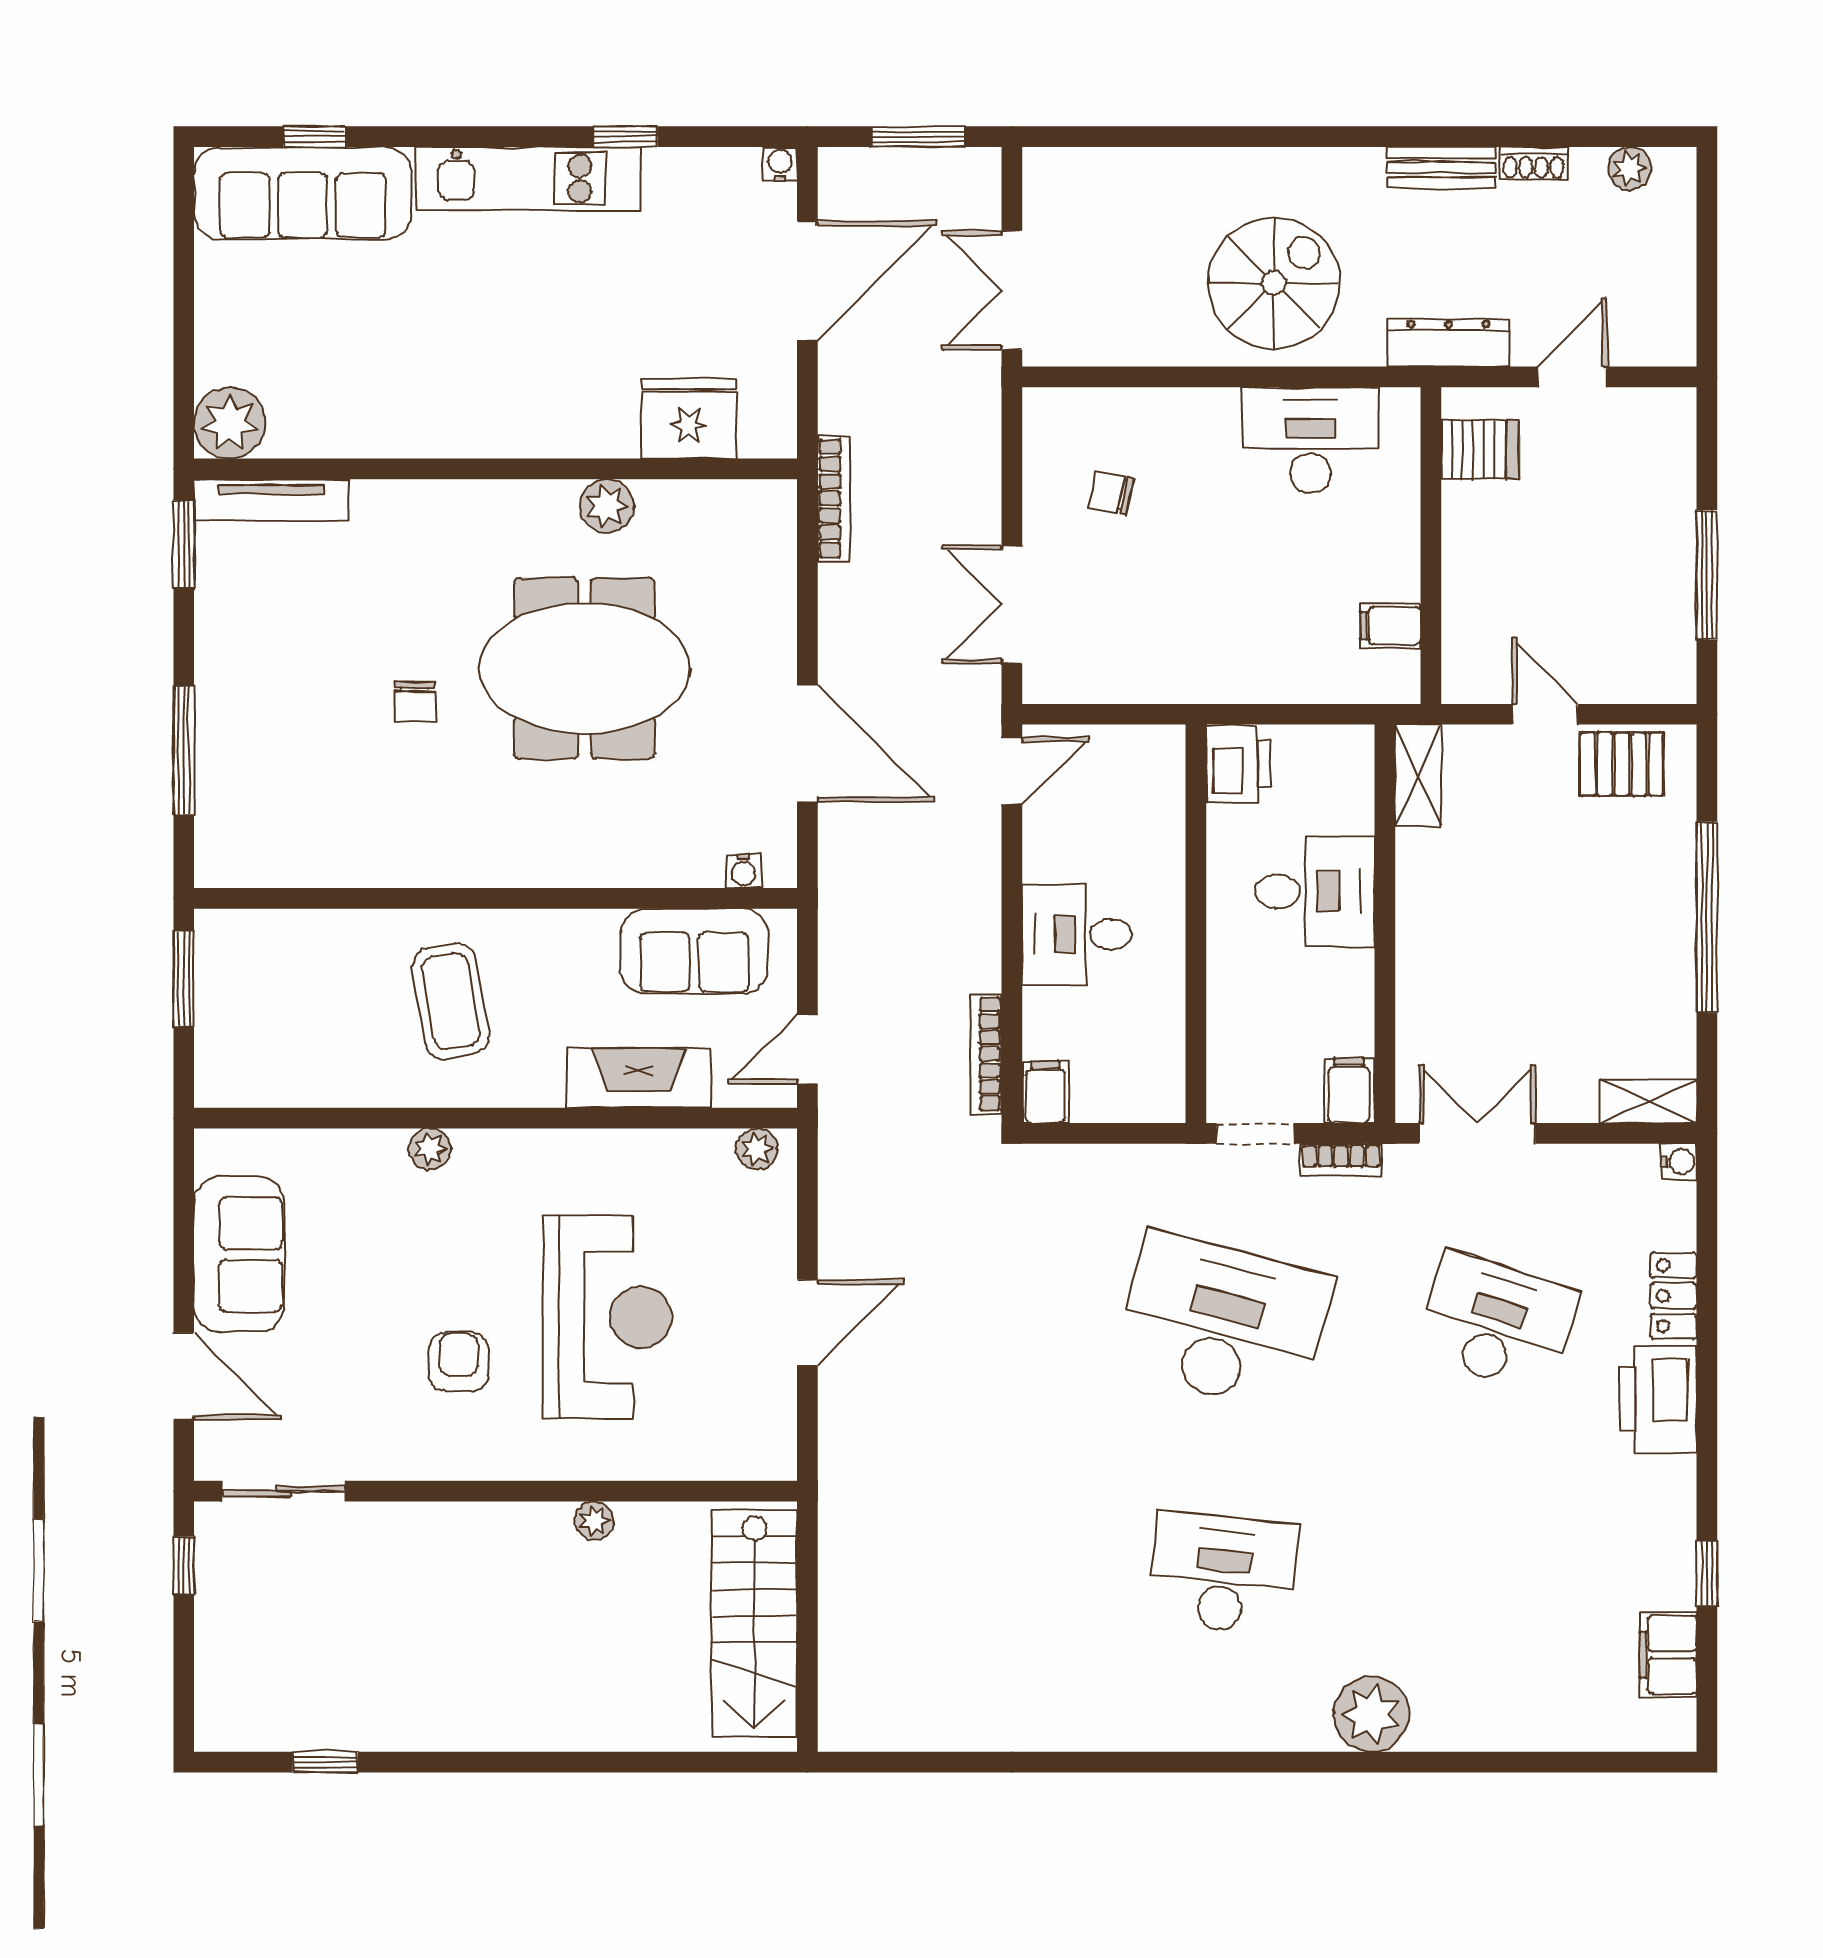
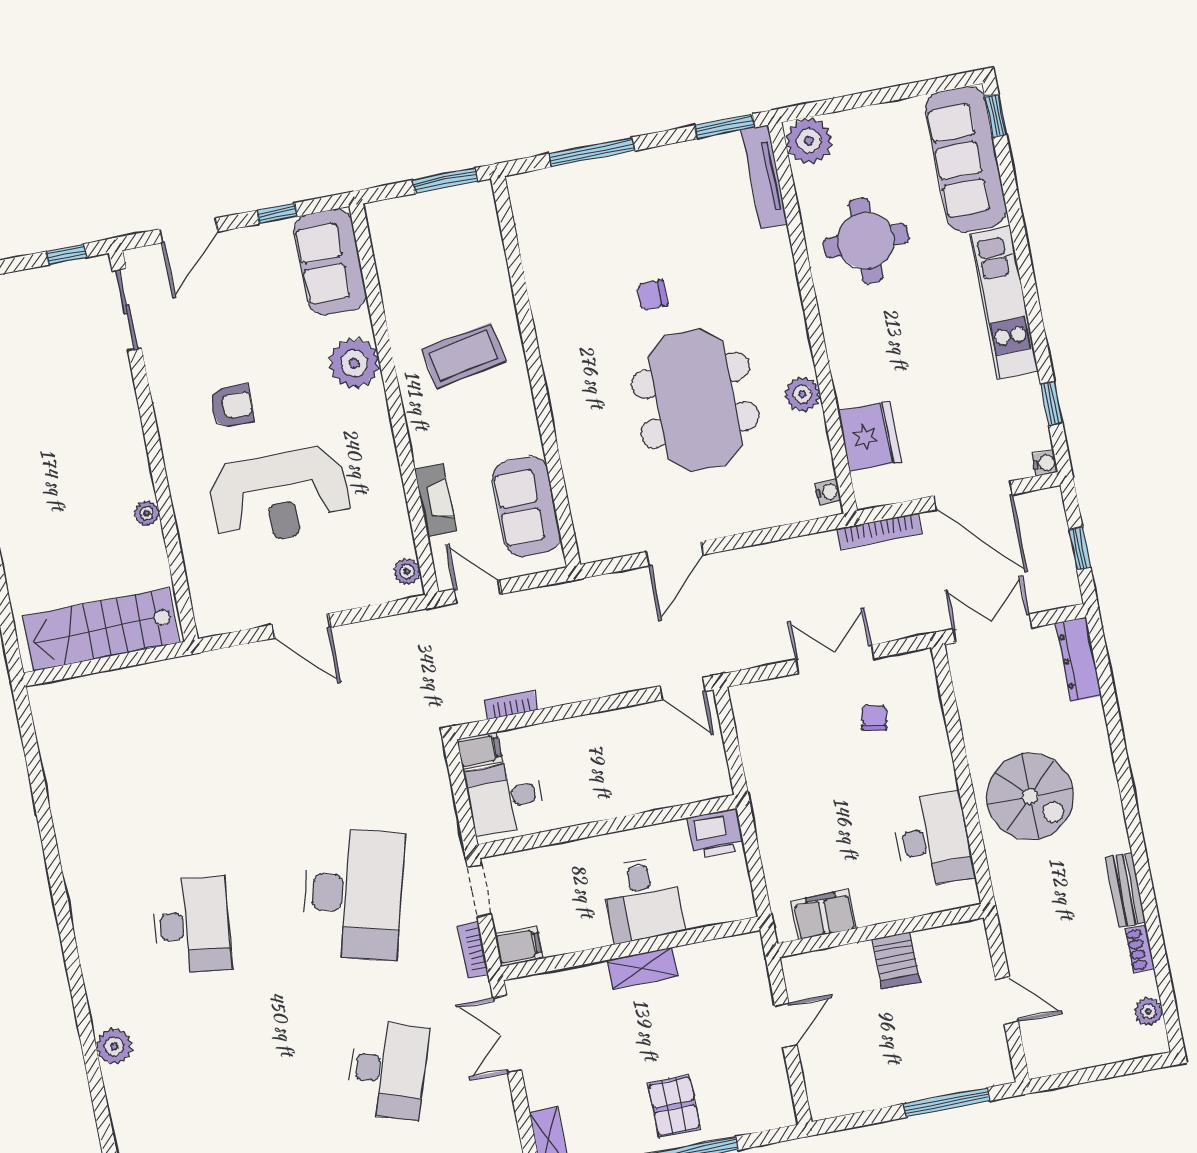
window: (314, 137) -> (996, 116), moved
window: (626, 137) -> (1052, 403), moved
window: (918, 137) -> (1080, 549), width x0.67
dresser: (1449, 343) -> (1078, 659), moved, turned 180
round table: (396, 367) -> (866, 241), added
server rack: (1480, 450) -> (896, 960), moved
bookcase: (834, 498) -> (879, 531), moved
window: (1707, 575) -> (947, 1102), moved
double door: (1012, 604) -> (835, 659), moved
filing cabinet: (1390, 626) -> (824, 915), width x2.00
door: (807, 743) -> (675, 553), width x0.73
pallet: (1622, 764) -> (674, 1106), moved
shelving: (1418, 775) -> (642, 968), moved
water cooler: (743, 871) -> (828, 492), moved, turned 180
desk: (1077, 934) -> (505, 798), moved, turned -90
bookcase: (986, 1054) -> (511, 705), width x0.64
fireplace: (639, 1078) -> (436, 500), width x0.73, depth x0.76
double door: (1477, 1133) -> (507, 1034), swing flipped
plant: (430, 1149) -> (354, 363), width x1.88, depth x1.88
window: (184, 1239) -> (277, 213), added
sofa: (239, 1254) -> (330, 262), moved, turned 90
plant: (1371, 1714) -> (114, 1046), width x0.73, depth x0.73

